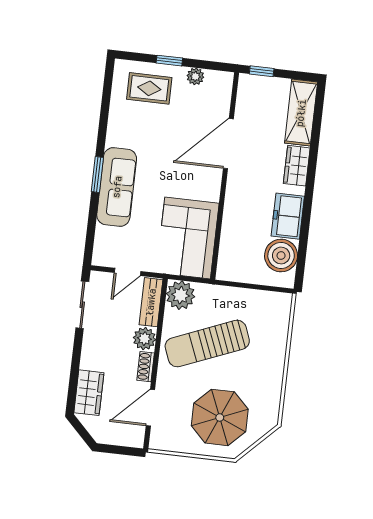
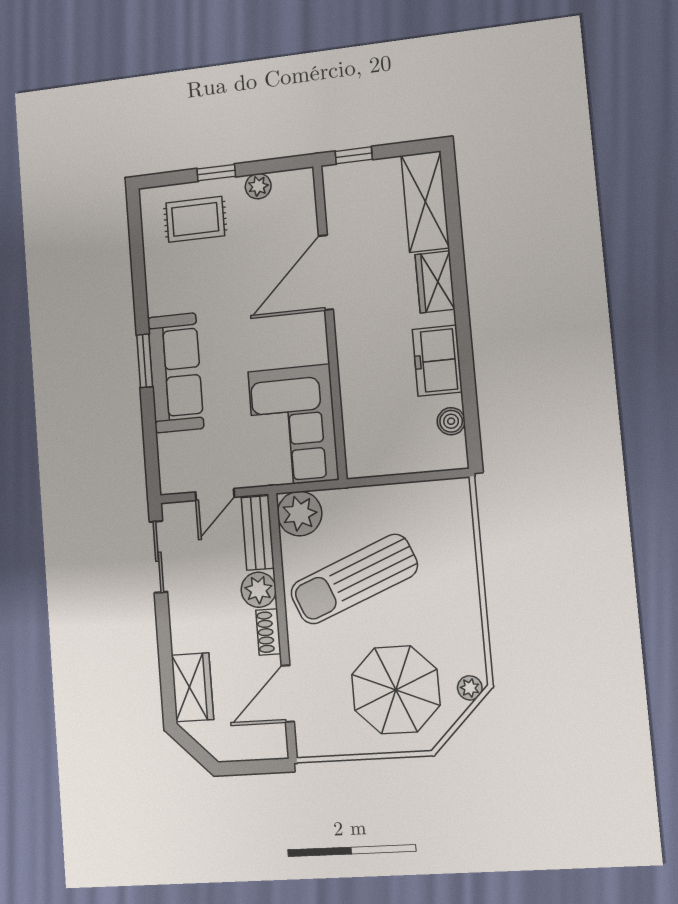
boiler: (281, 256) -> (451, 421), width x0.54, depth x0.54
plant: (266, 424) -> (470, 688), added

